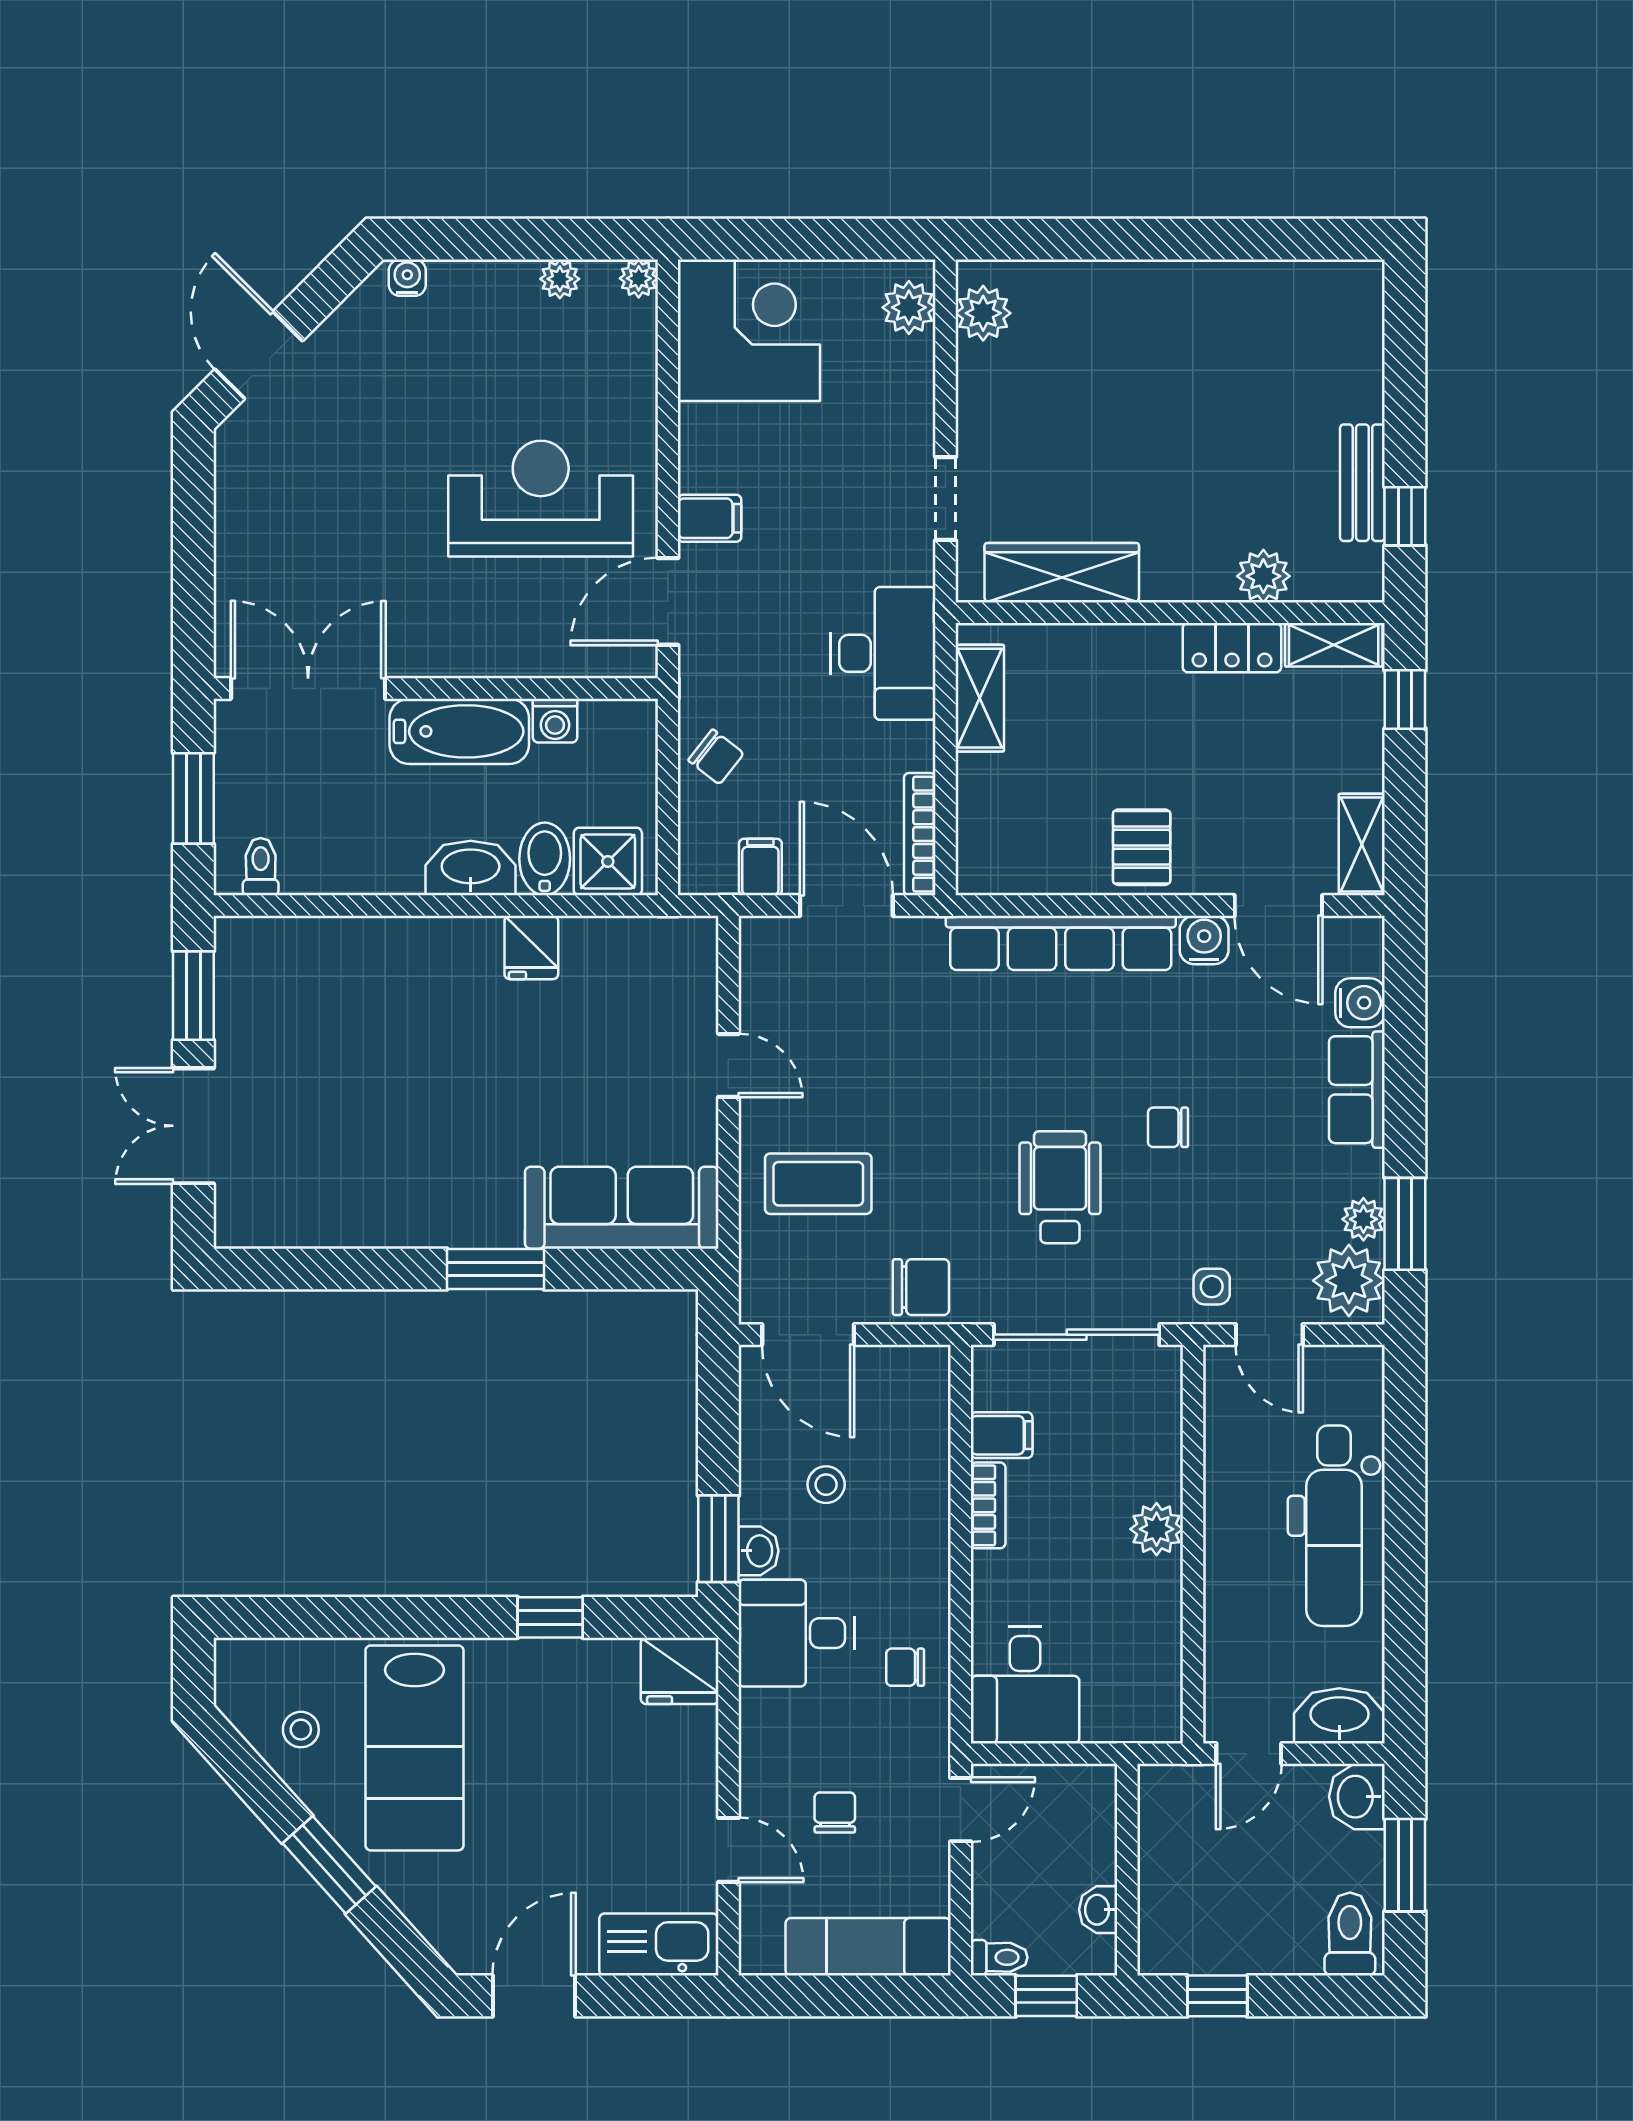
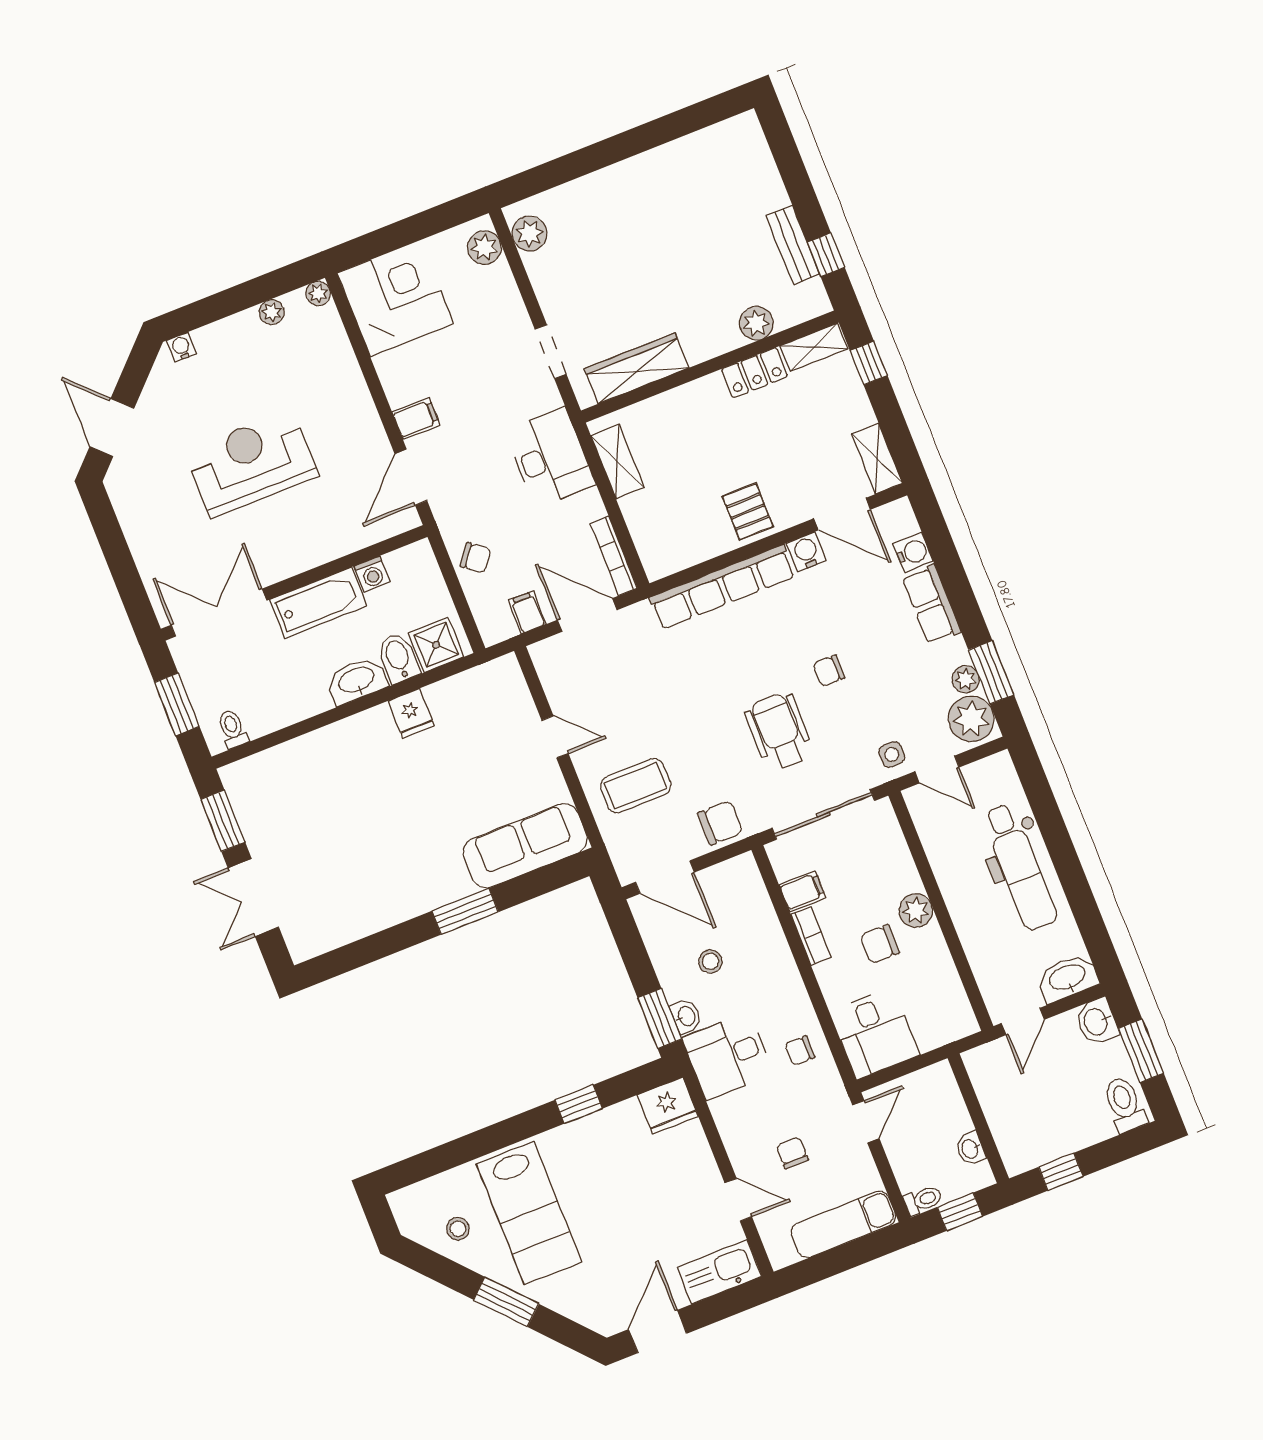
reception desk: (541, 499) -> (251, 463), moved
chair: (1084, 1557) -> (880, 944), added

